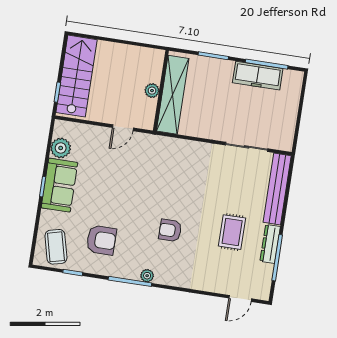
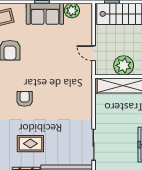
plant: (152, 91) -> (124, 65), width x1.87, depth x1.87

